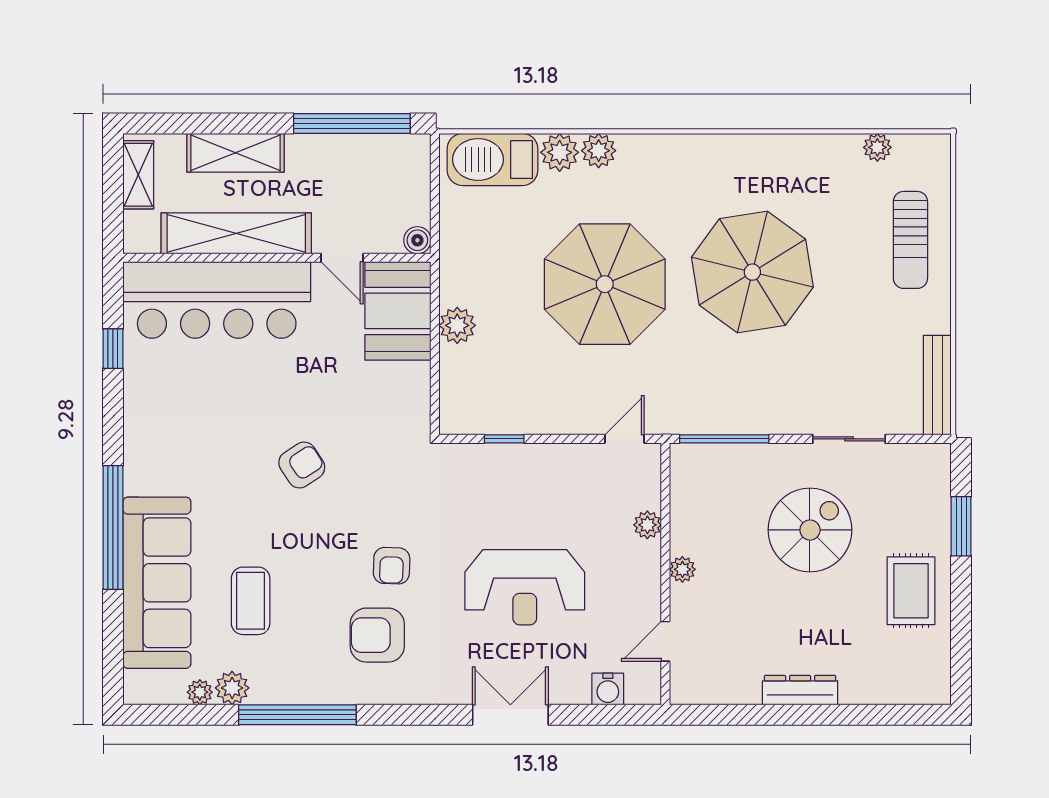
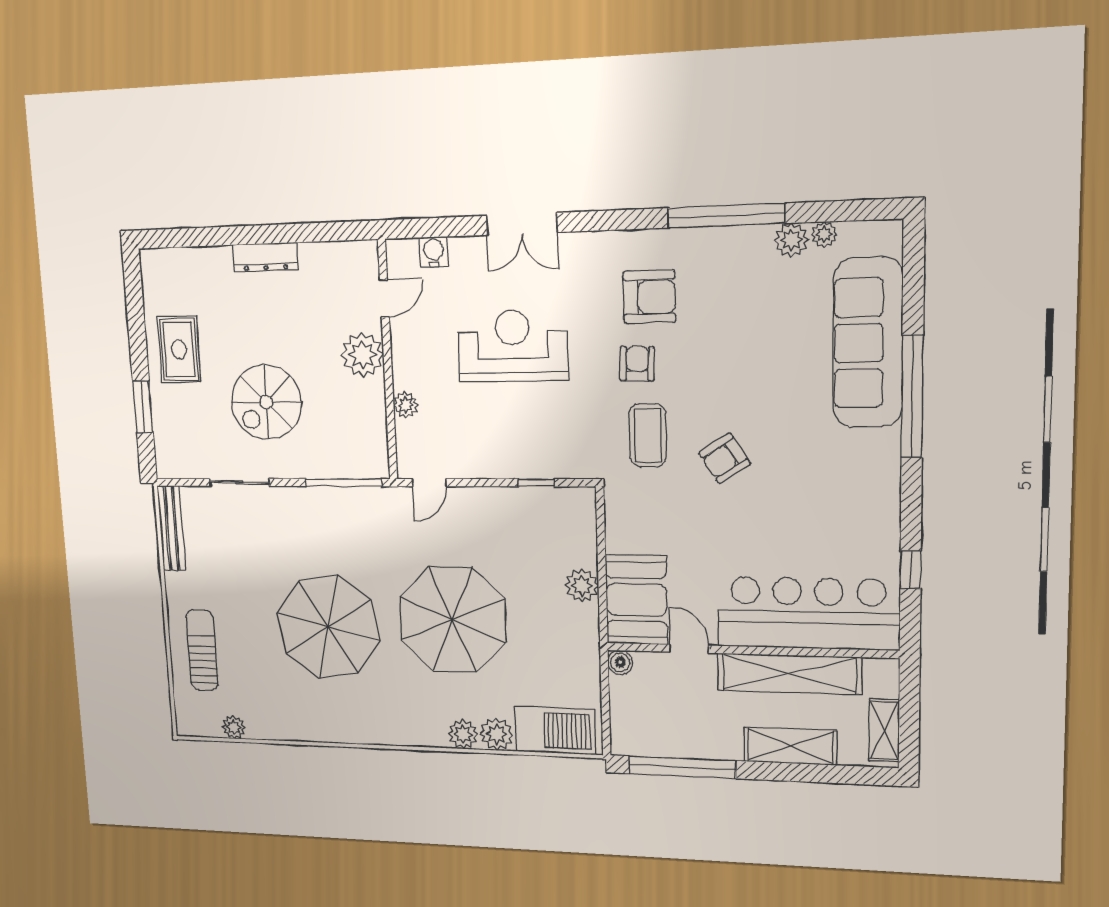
plant: (682, 569) -> (363, 355), width x1.88, depth x1.88
coffee table: (251, 601) -> (648, 435), moved

